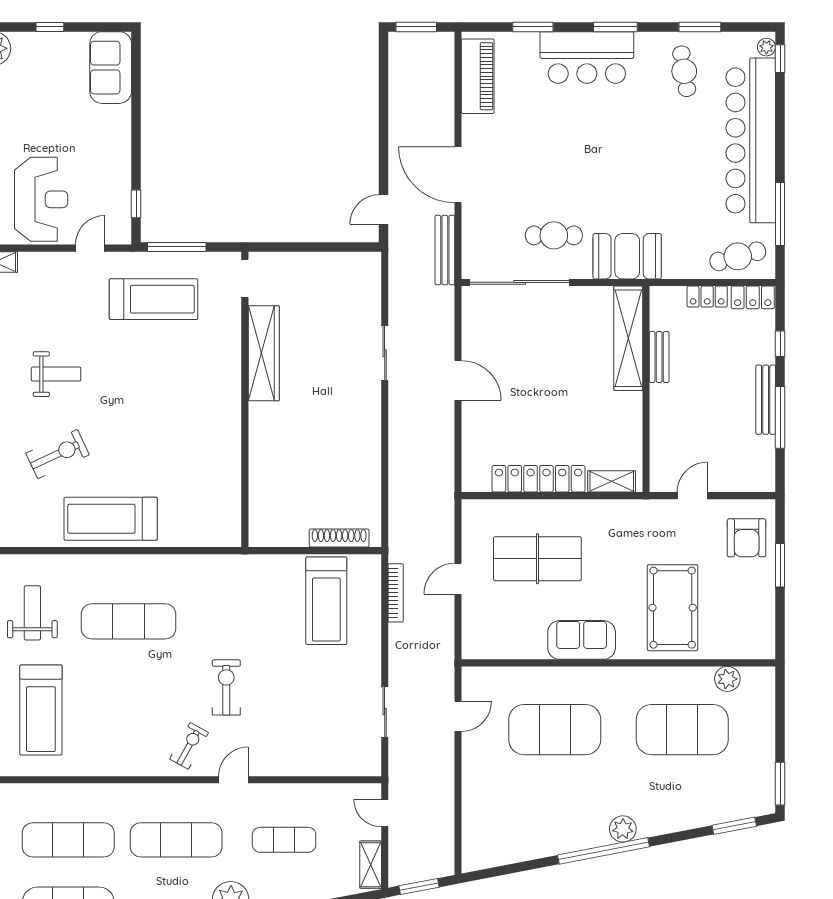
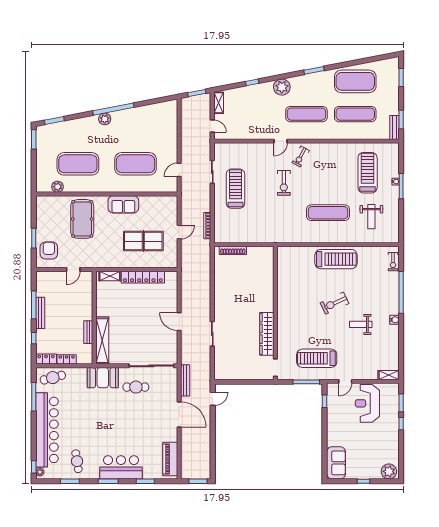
exercise bike: (58, 454) -> (334, 303), moved
treadmill: (326, 601) -> (236, 189), moved
exercise mat: (284, 840) -> (258, 114), removed

